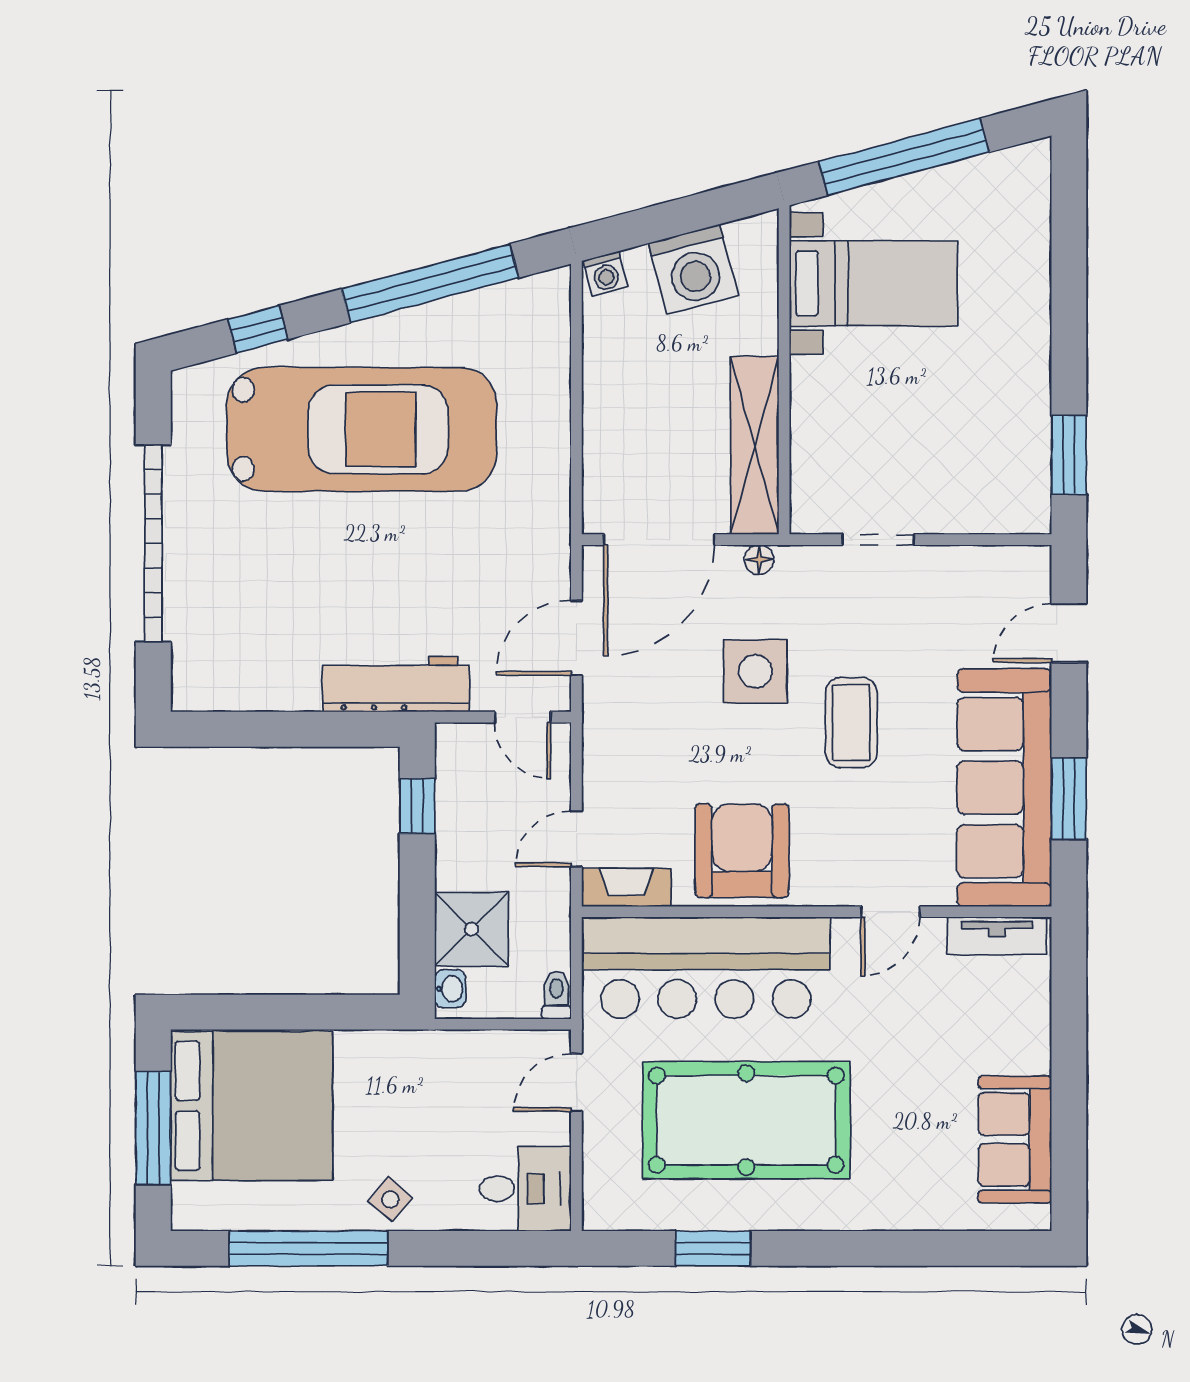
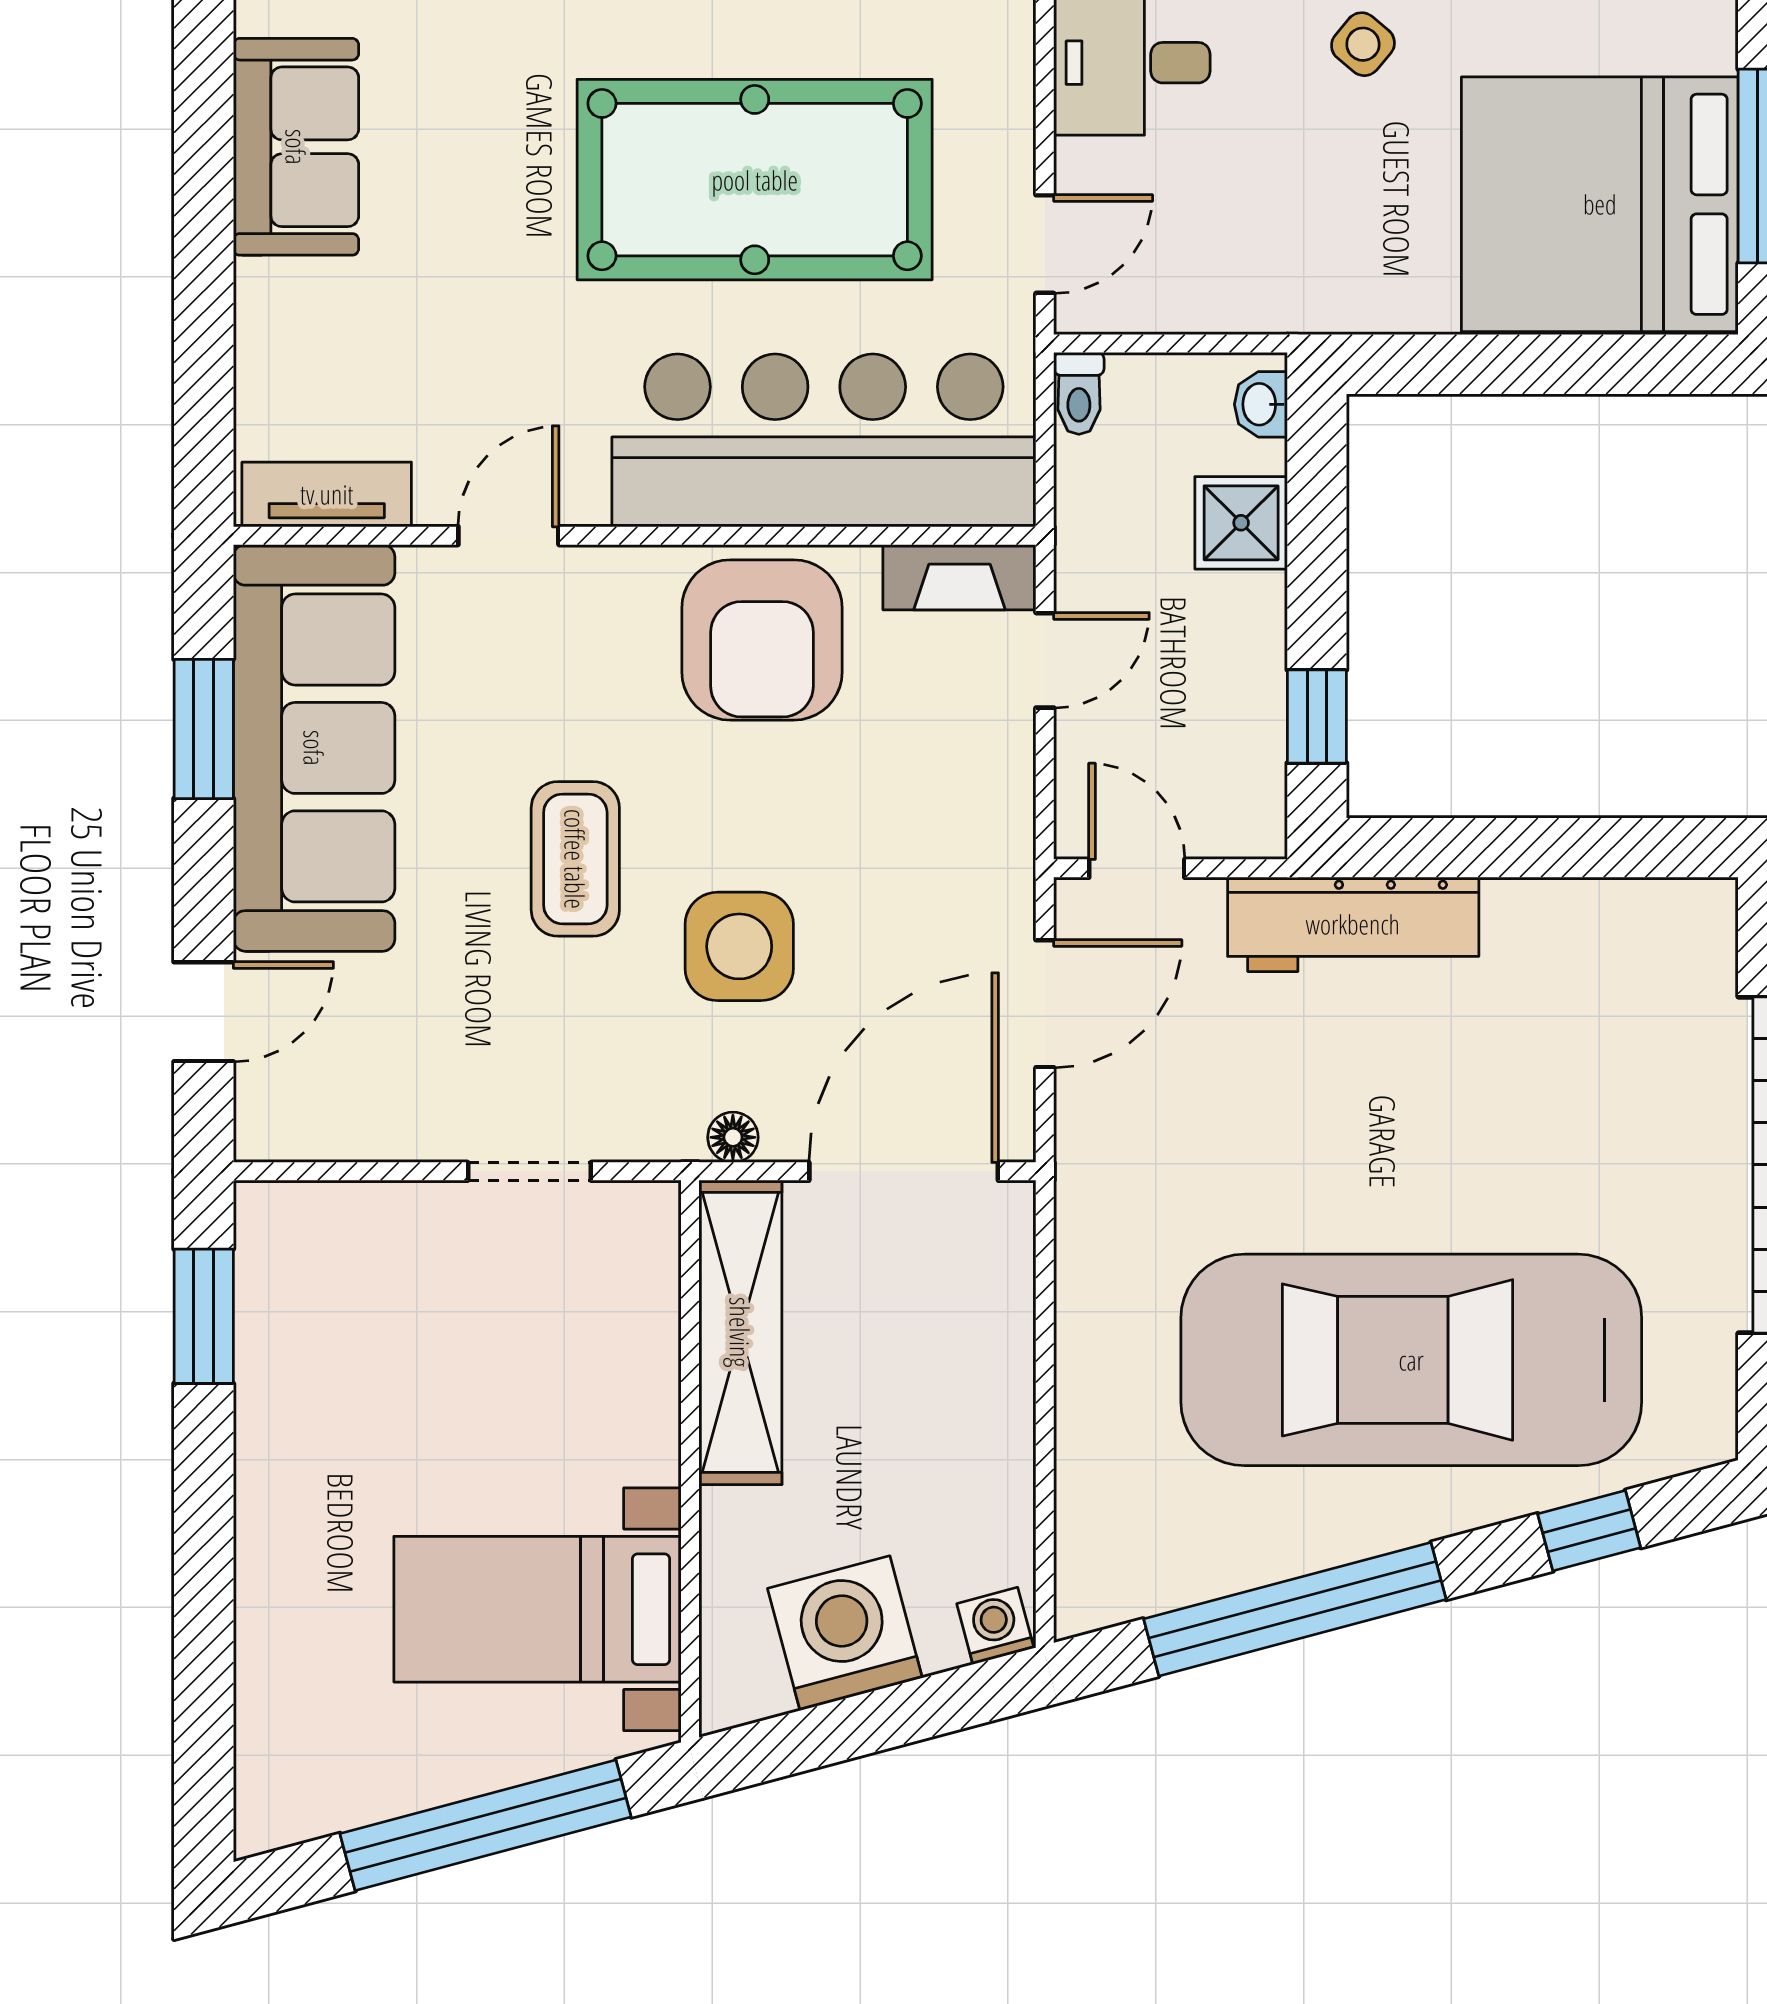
shower: (471, 929) -> (1241, 523), width x0.73, depth x0.73

